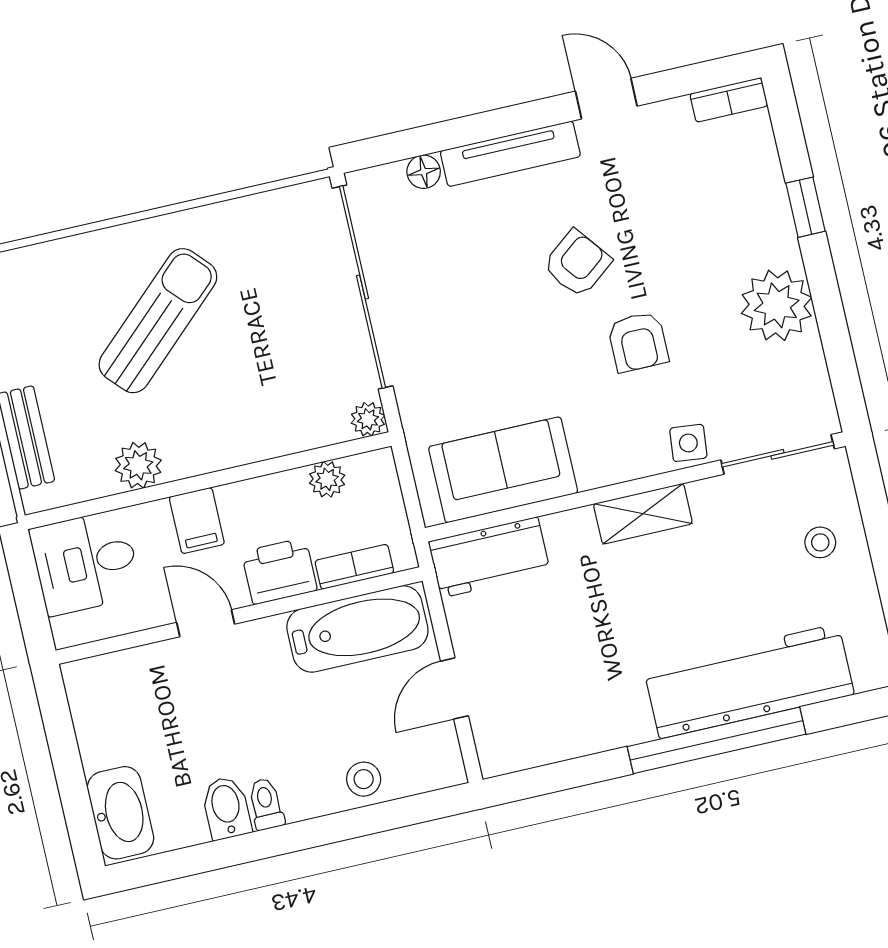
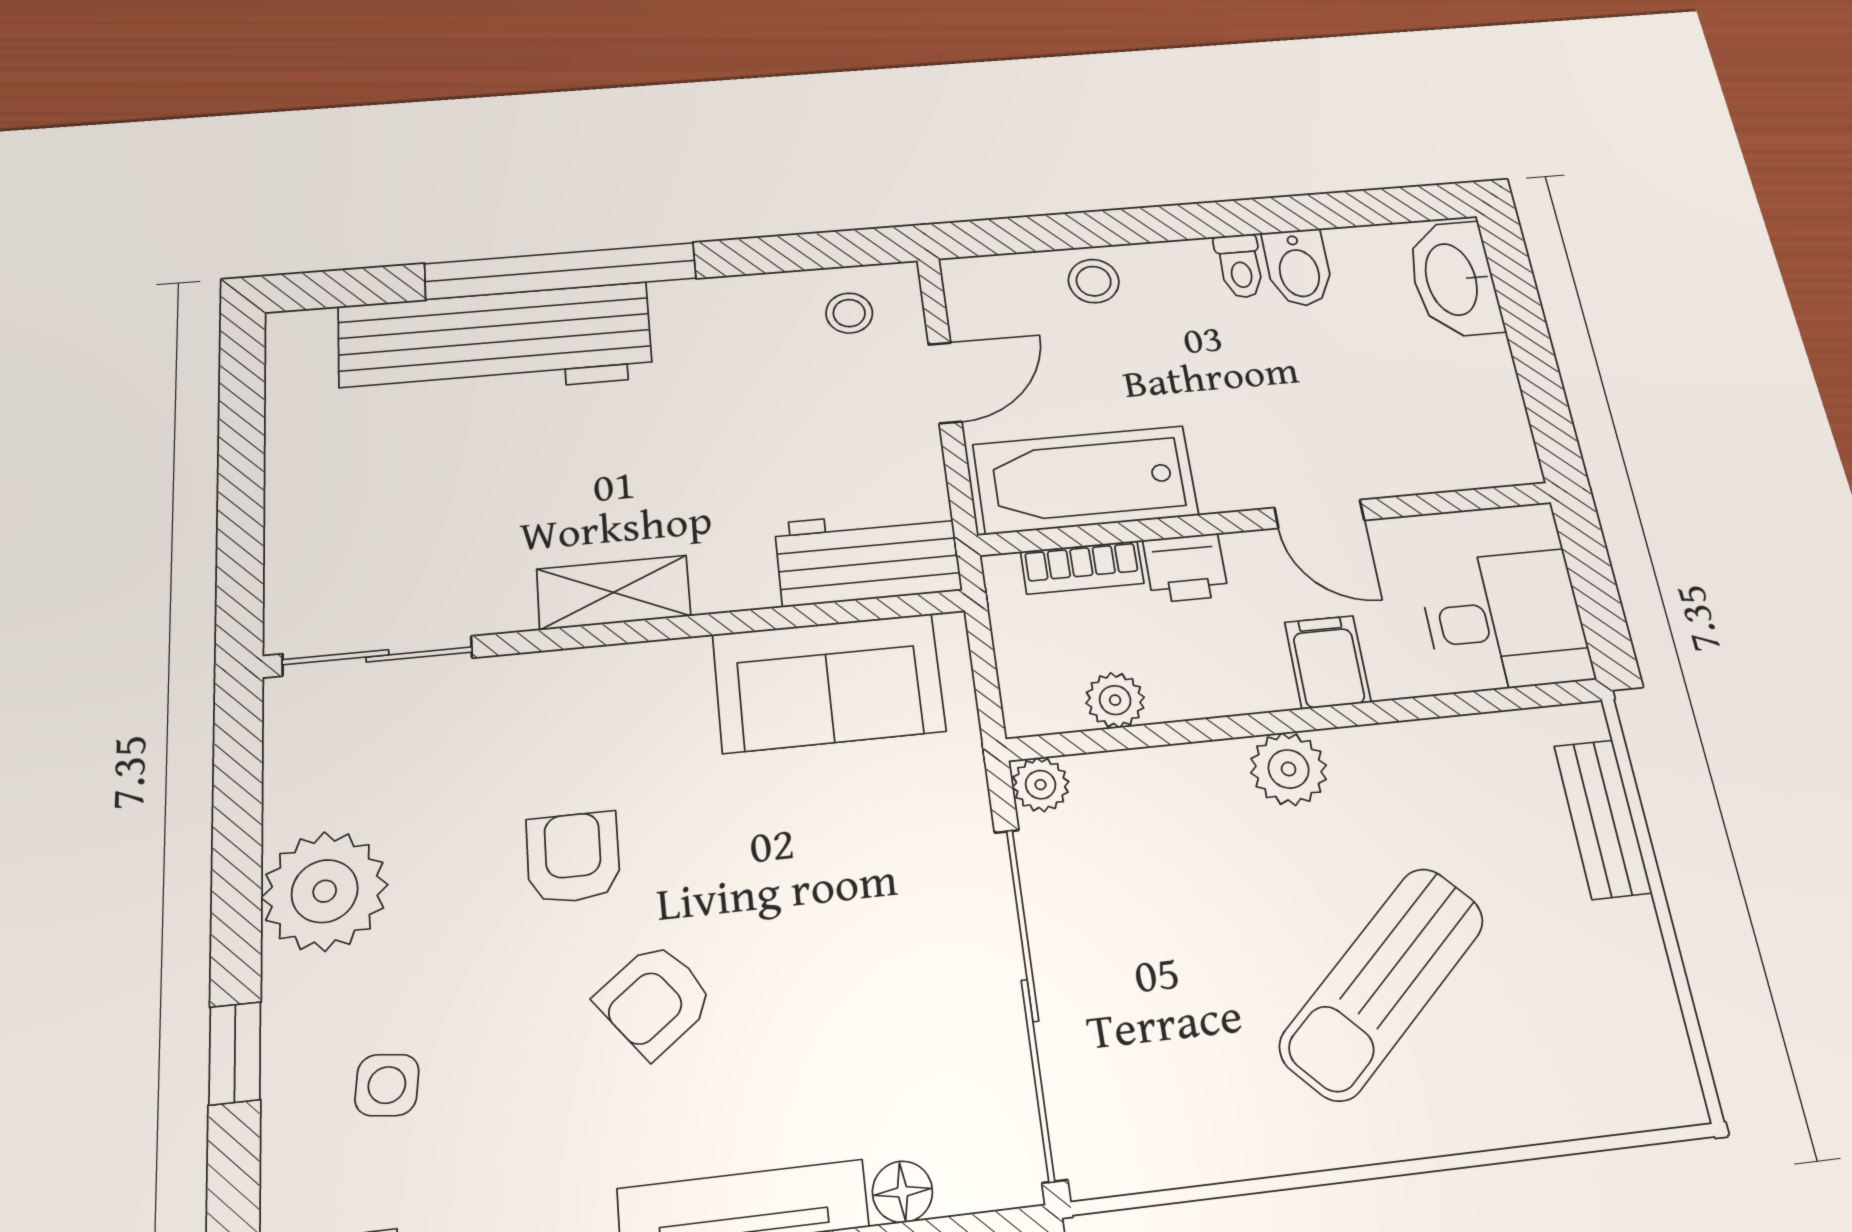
side table: (688, 443) -> (387, 1085), moved
plant: (138, 465) -> (1289, 769), moved
stool: (820, 542) -> (849, 313), moved
printer: (279, 571) -> (1186, 568), width x0.73, depth x0.81

